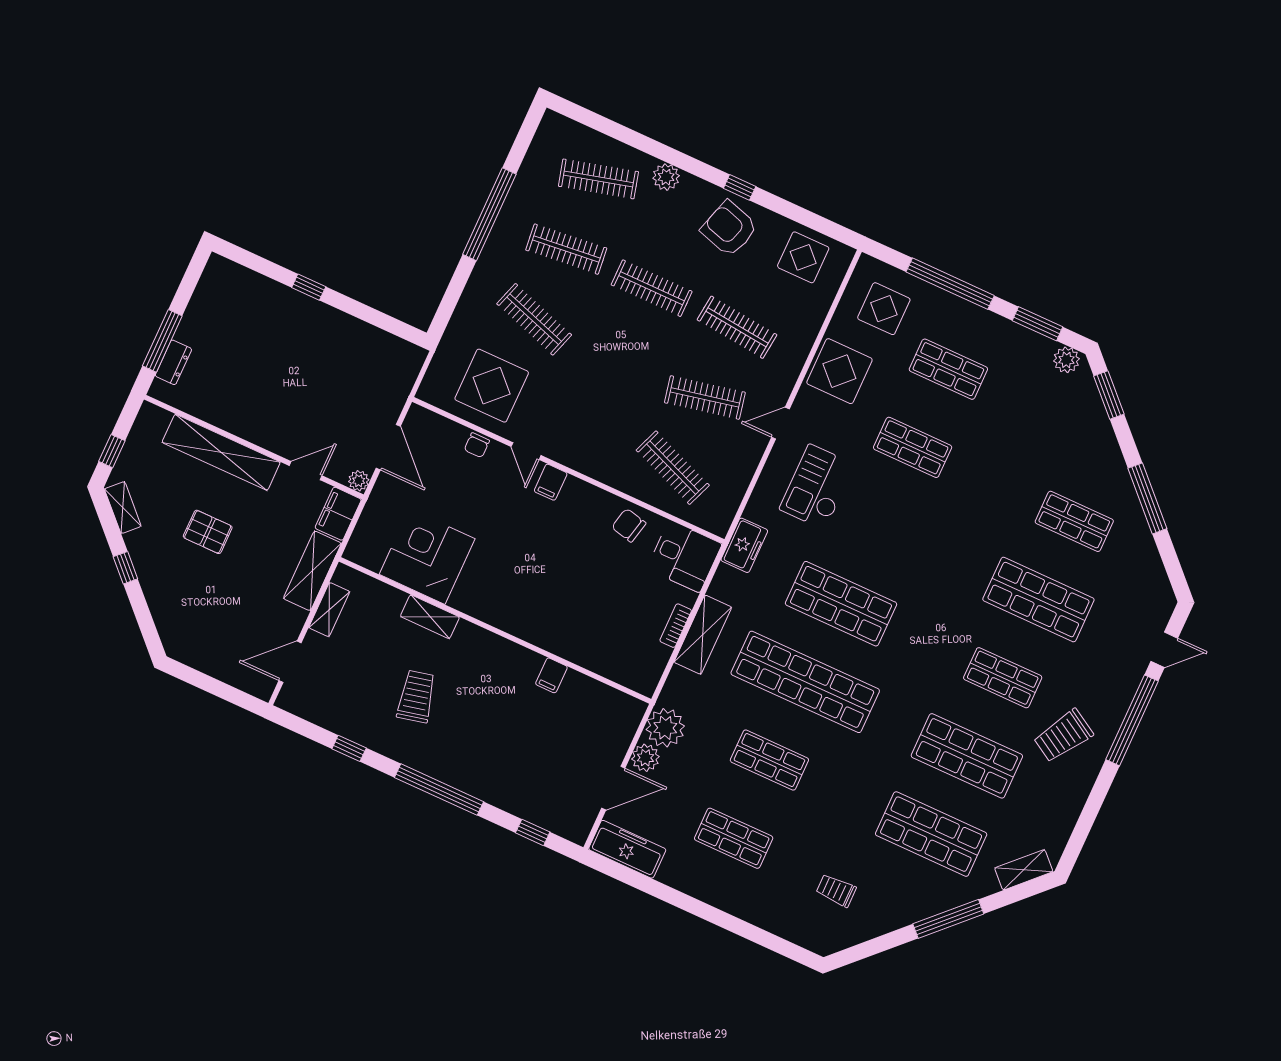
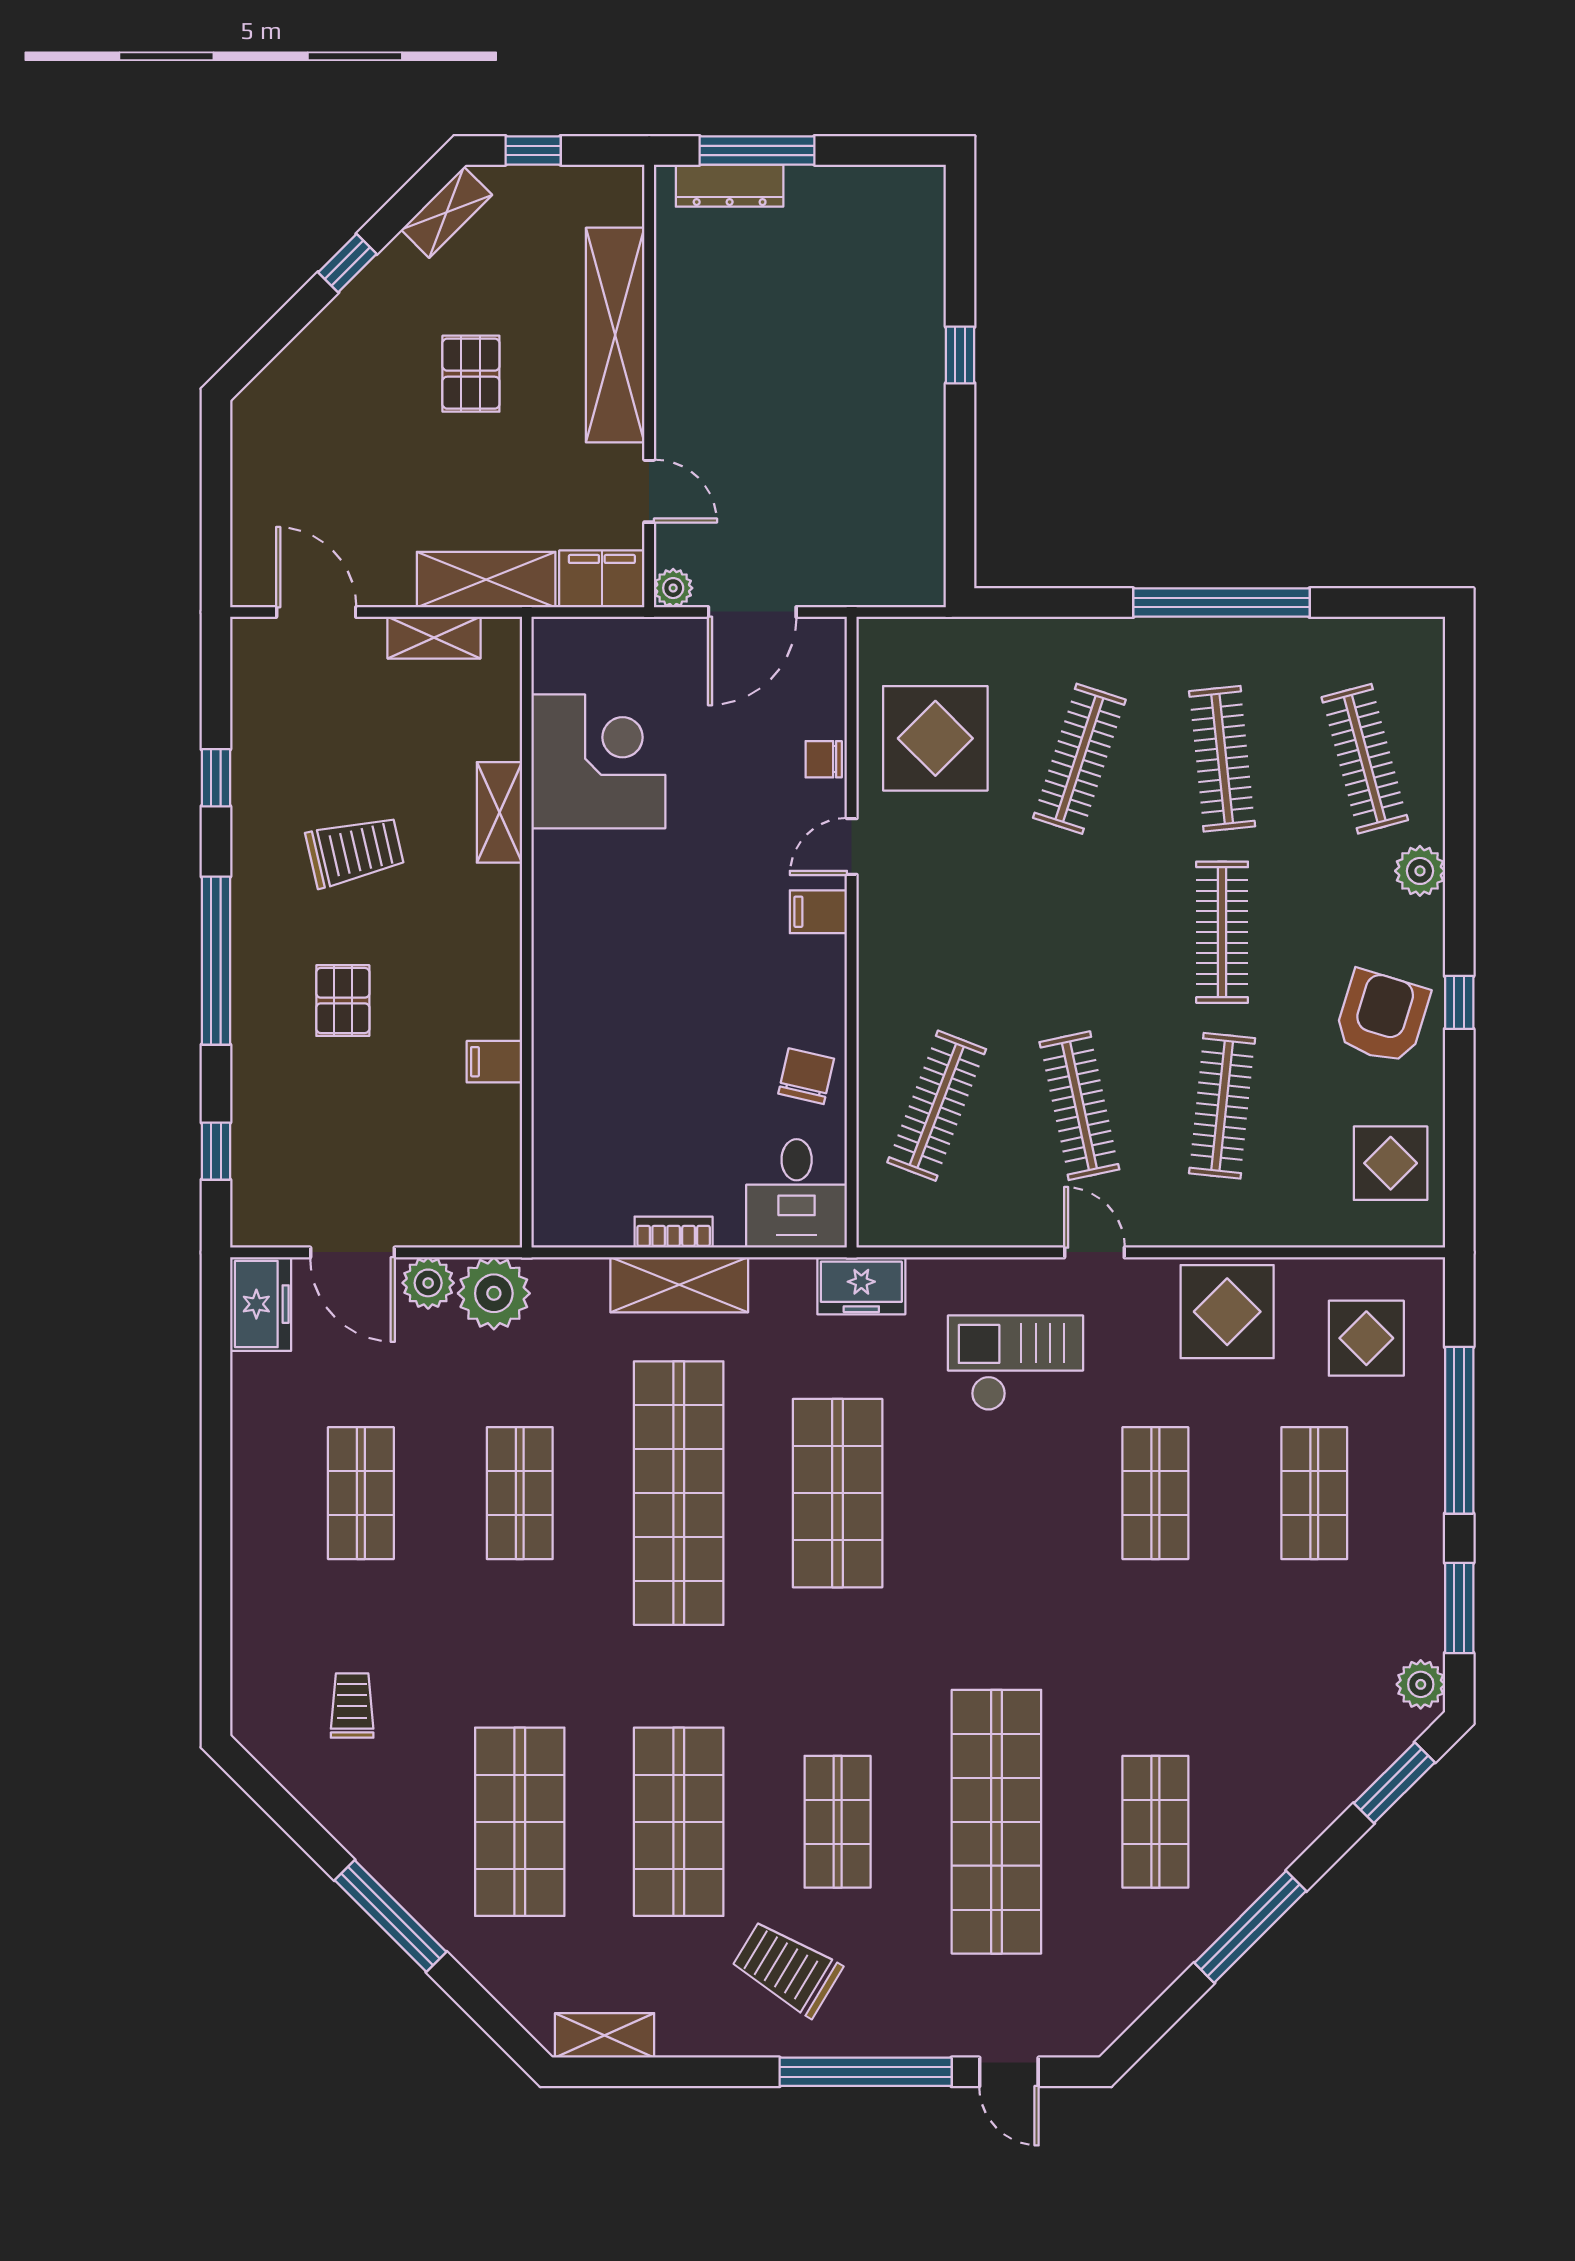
dresser: (173, 362) -> (730, 186), width x1.44
shop shelf: (1038, 600) -> (996, 1822), width x1.40
pallet: (487, 736) -> (343, 1001), added
freezer: (627, 849) -> (261, 1304), width x0.71
shelving: (1024, 870) -> (605, 2035), moved, turned -45

